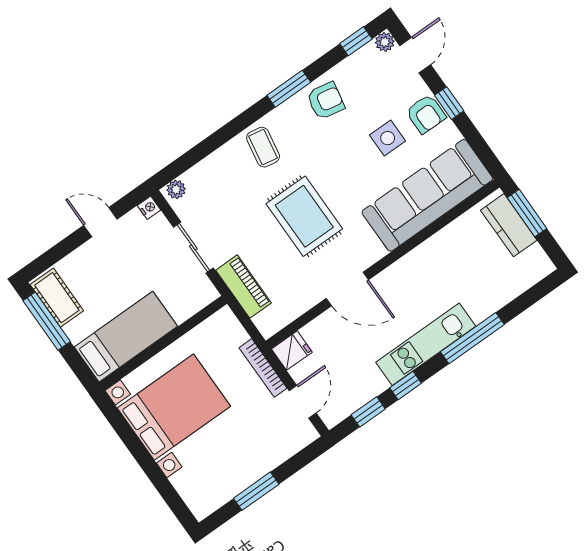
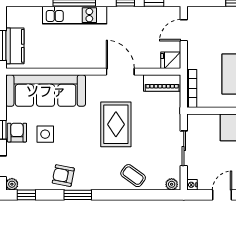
coffee table: (263, 147) -> (133, 176), moved, turned -64
door: (100, 222) -> (222, 195), swing flipped
piano: (243, 287) -> (162, 83), moved, turned -90
kitchen unit: (426, 344) -> (75, 15), moved
bookcase: (263, 368) -> (192, 88), moved

